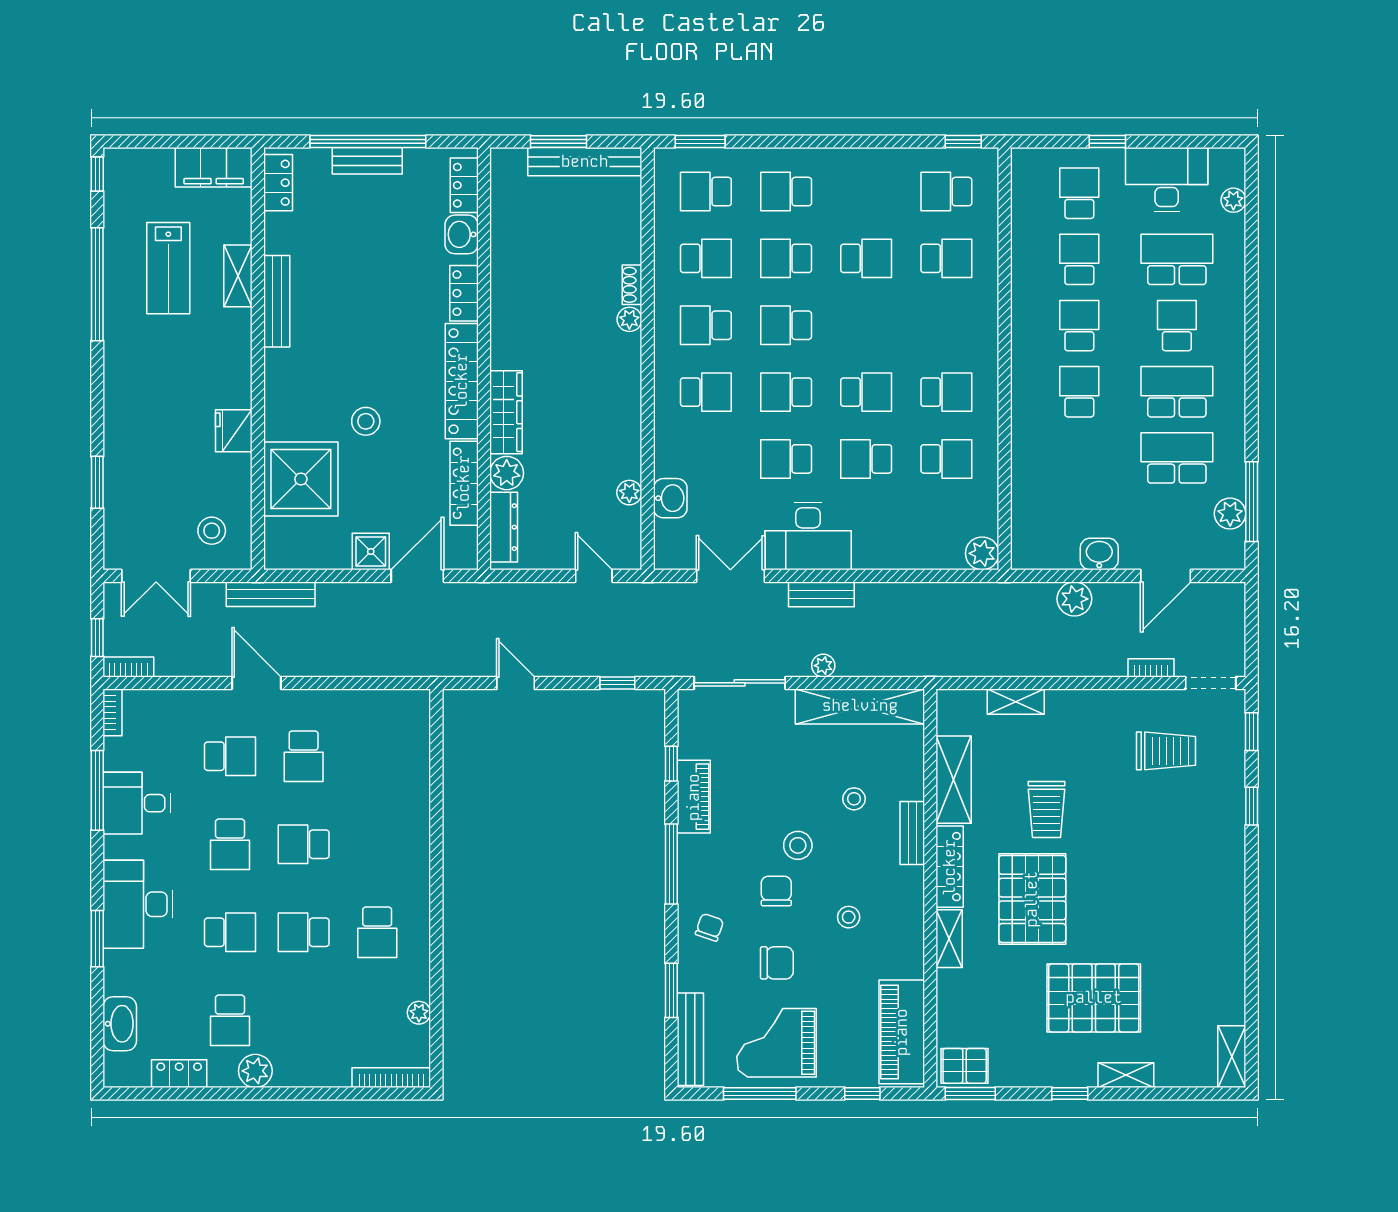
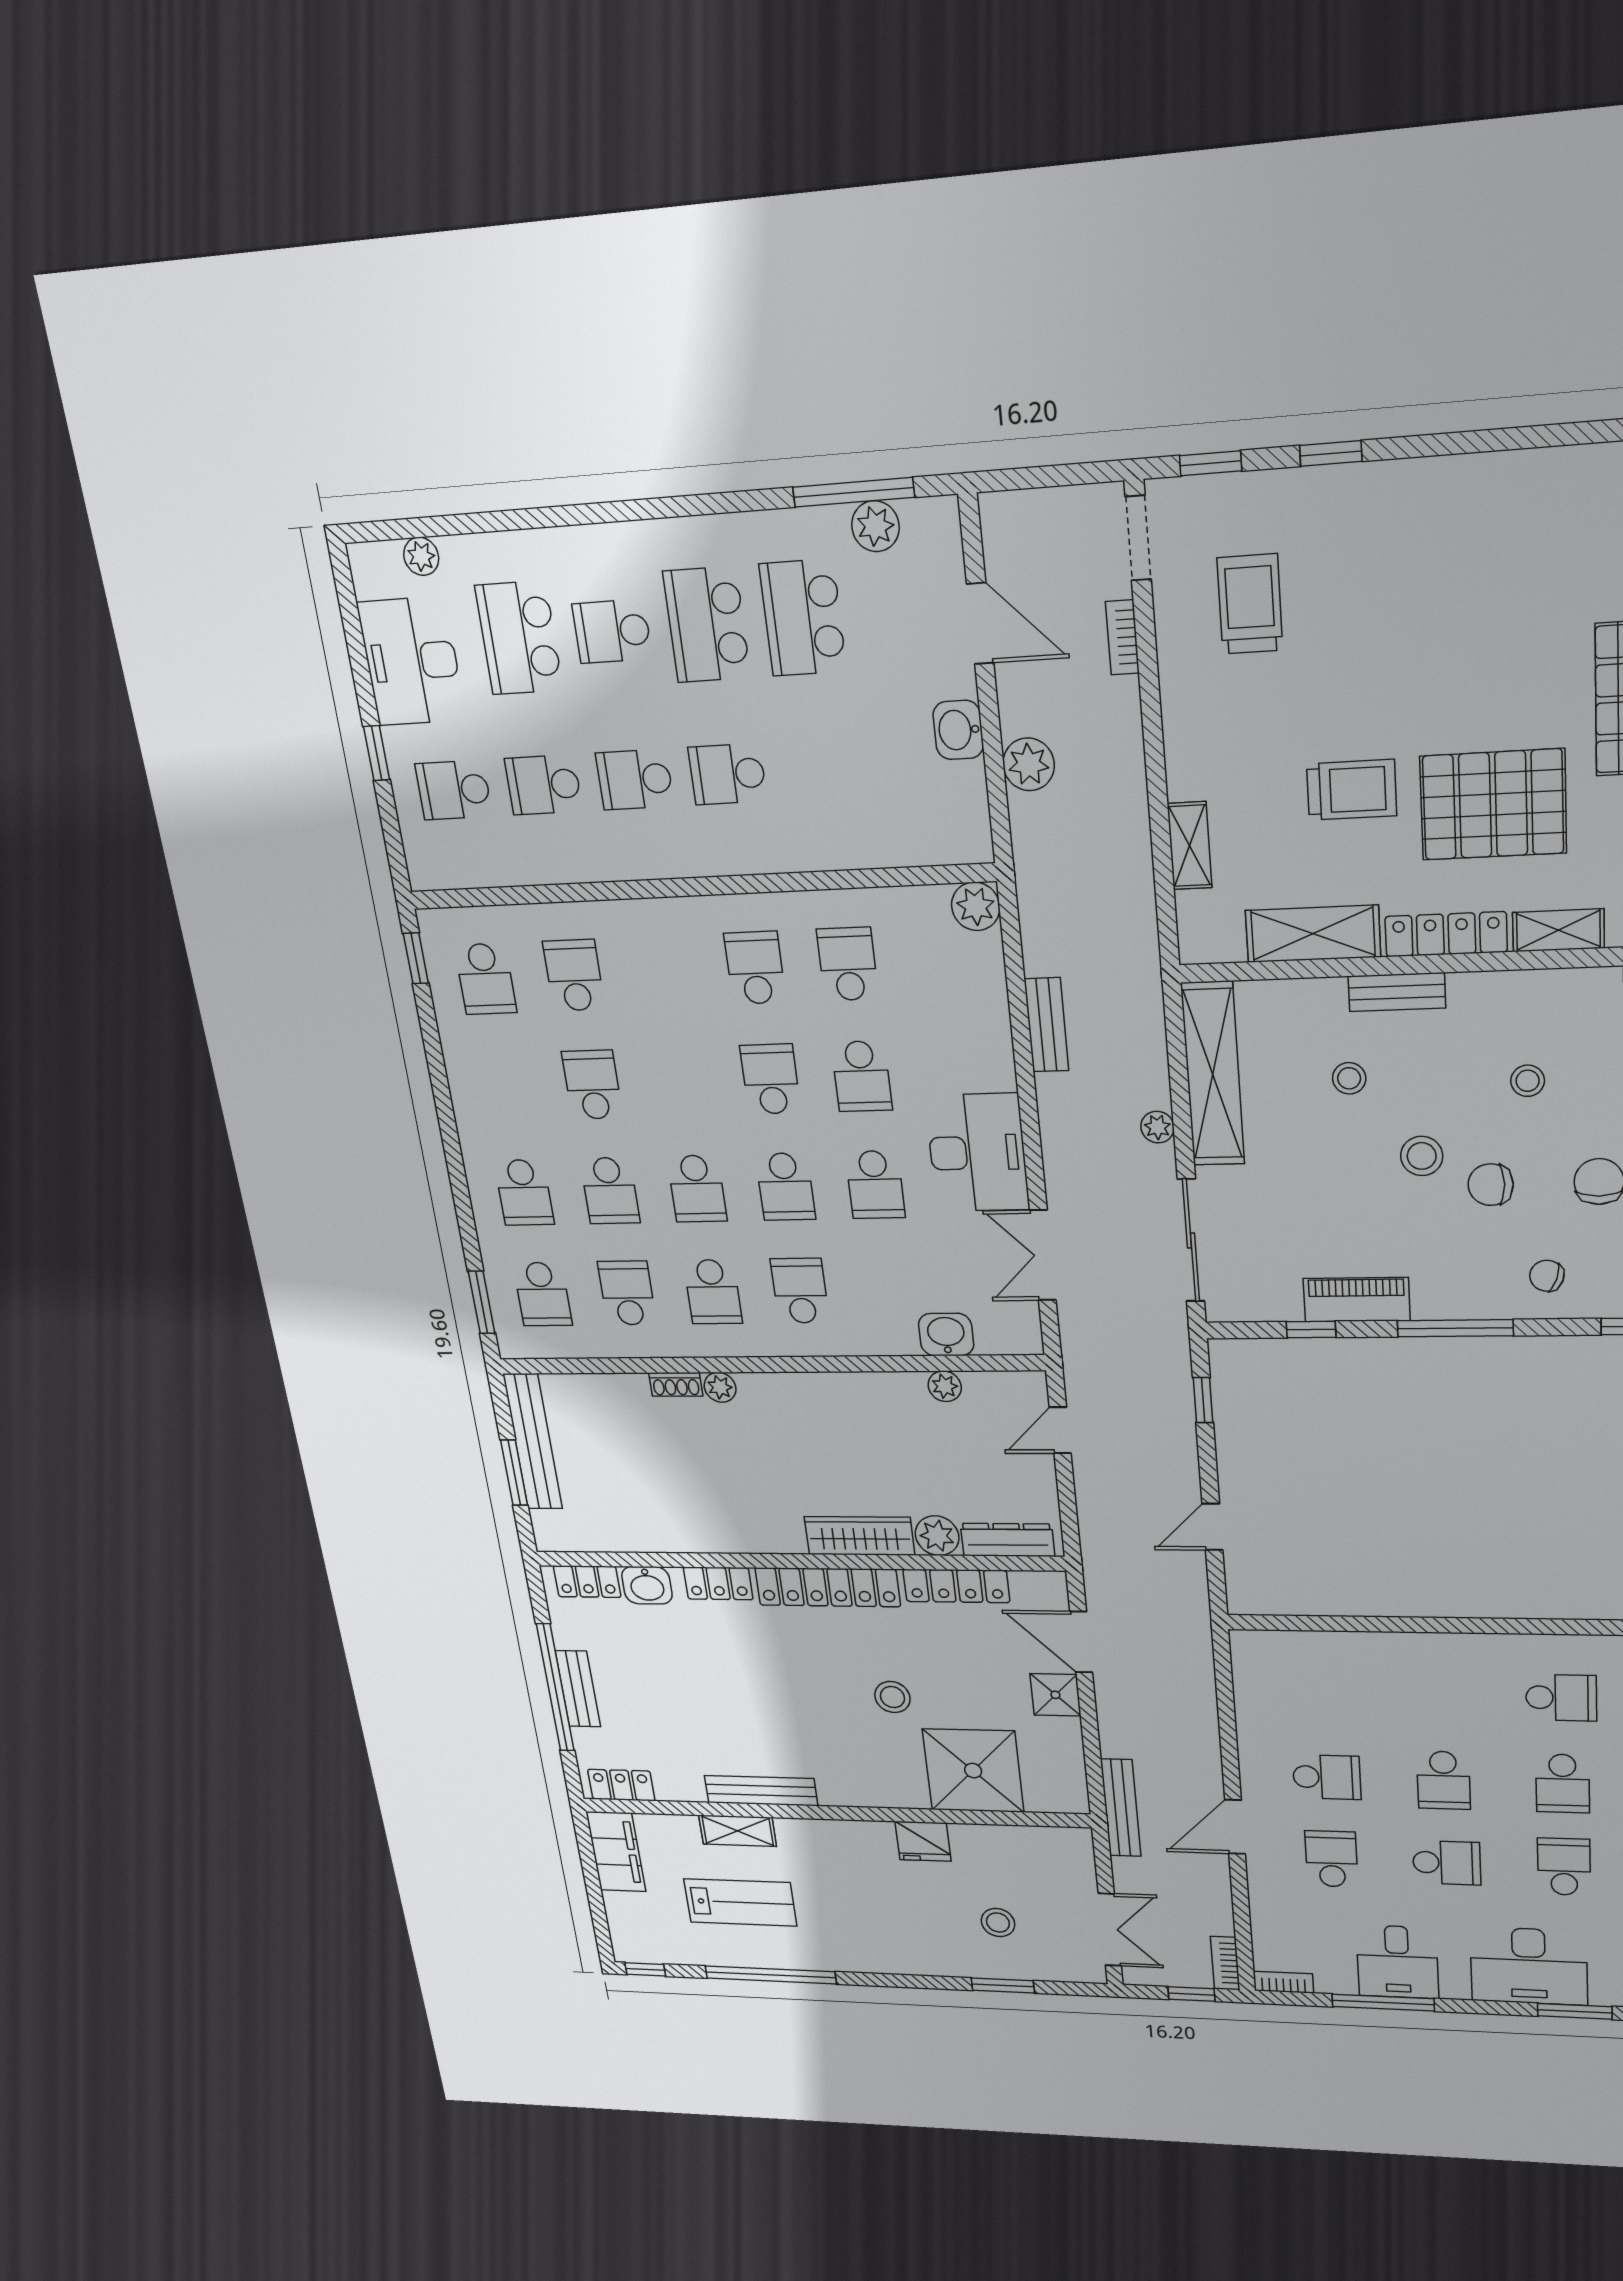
stool: (212, 531) -> (998, 1922), moved
bench: (821, 594) -> (1046, 1025), moved

